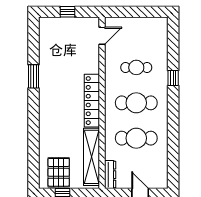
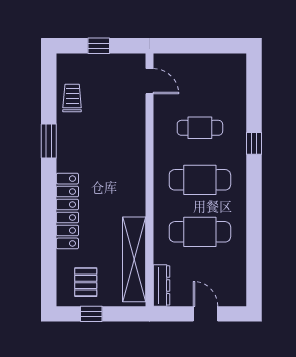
door: (102, 36) -> (150, 81), hinge flipped
trolley: (49, 47) -> (72, 98), added
locker: (92, 101) -> (67, 211), moved, turned 180
pallet: (59, 172) -> (86, 282), width x0.67, depth x0.71

